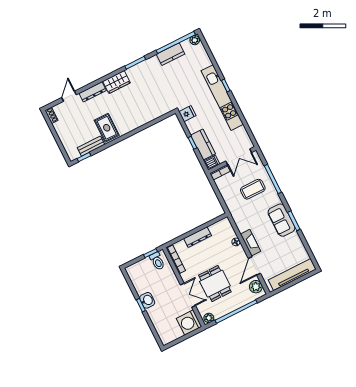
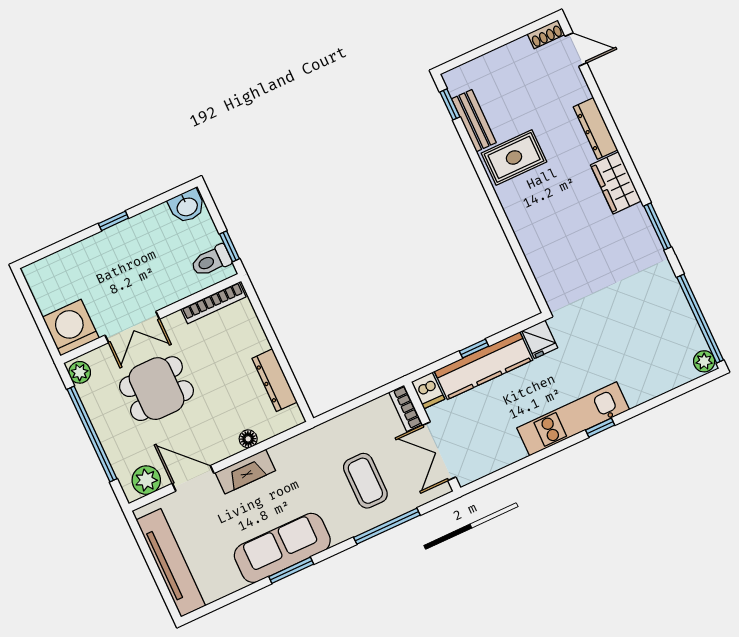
kitchen counter: (170, 54) -> (674, 306), removed
door: (69, 96) -> (576, 50), moved
kitchen unit: (222, 98) -> (573, 419), width x0.73
kitchen counter: (203, 145) -> (484, 366), width x1.50
sofa: (281, 220) -> (282, 548), width x1.36
dresser: (198, 237) -> (275, 380), moved
washbasin: (147, 300) -> (187, 206), moved

